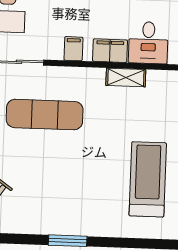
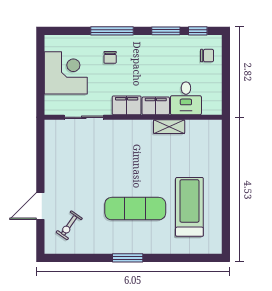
filing cabinet: (73, 49) -> (127, 105), width x2.00
exercise mat: (45, 115) -> (135, 209), moved

